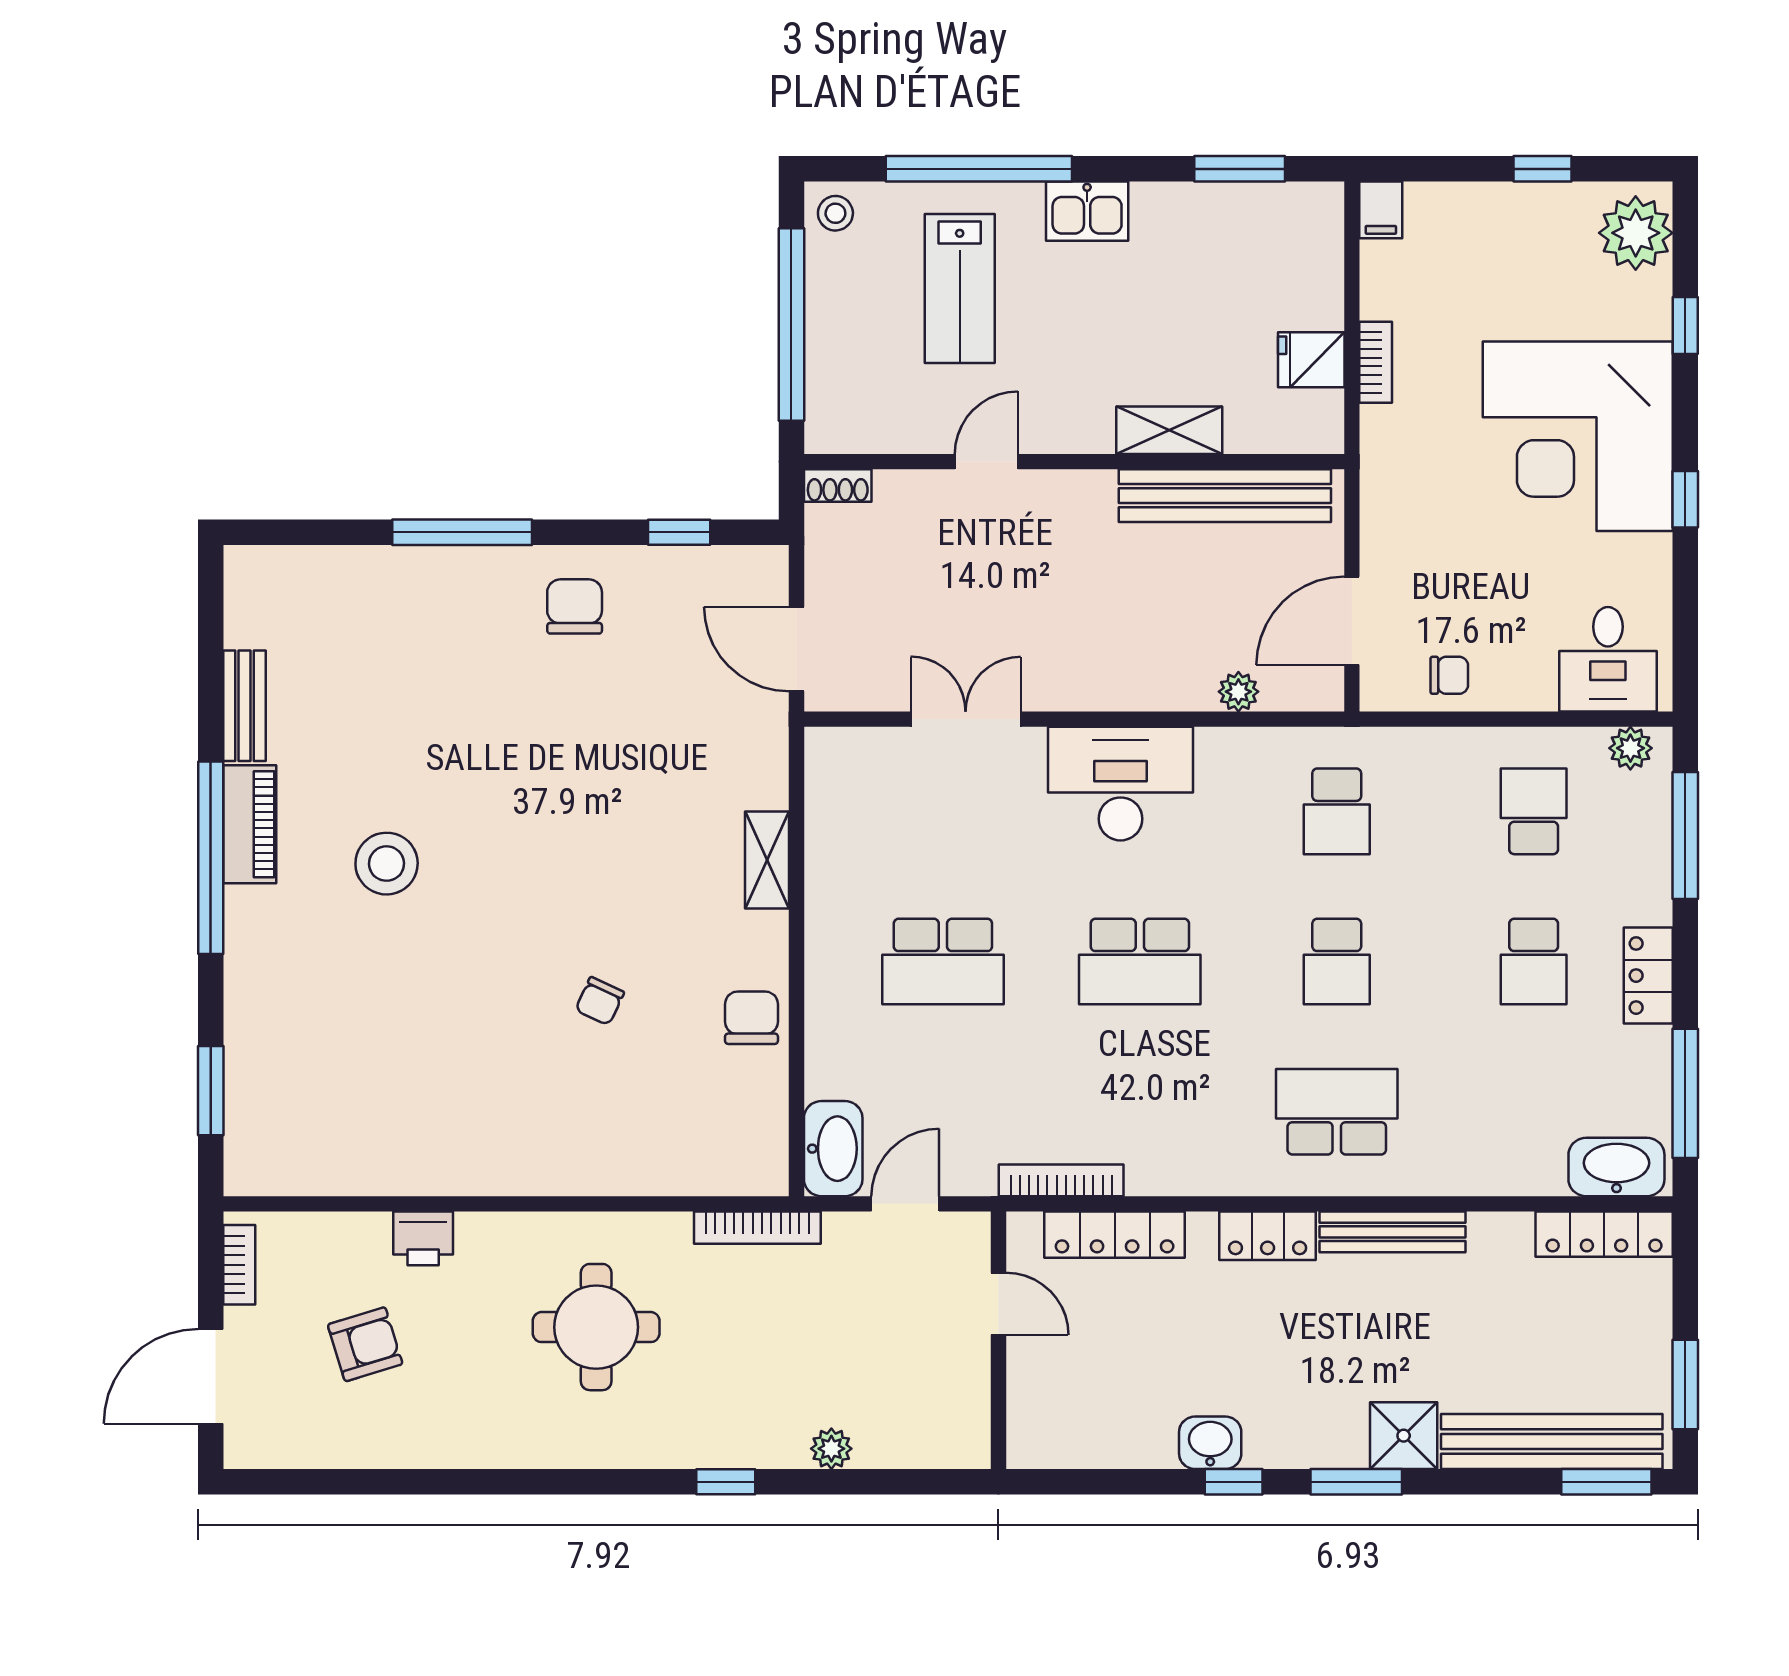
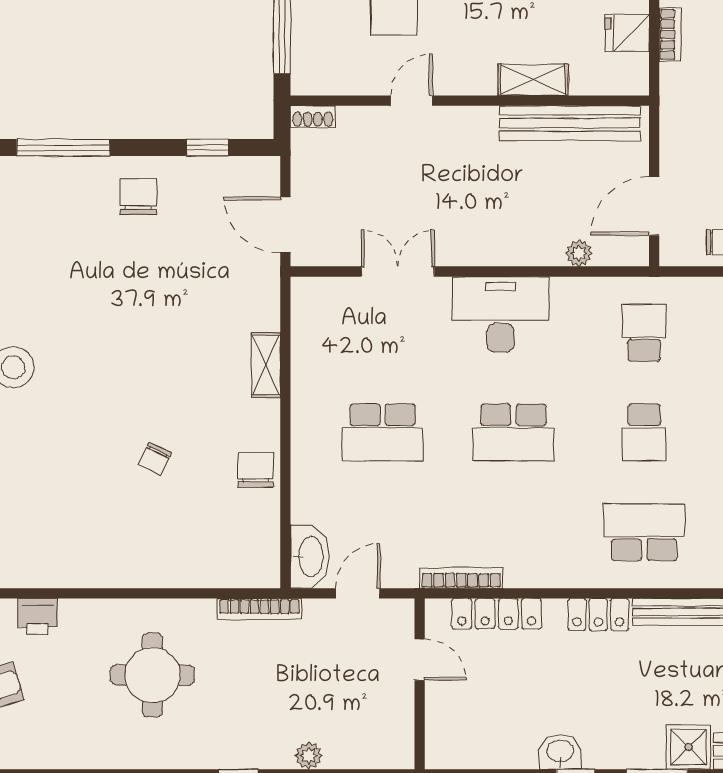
school desk: (1337, 811) -> (644, 333), turned 180

